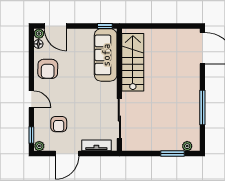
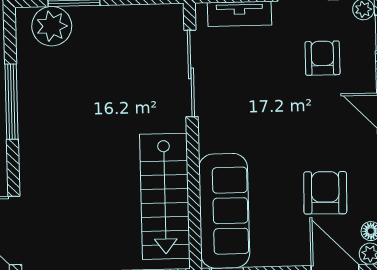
armchair: (48, 69) -> (325, 193), moved
plant: (187, 146) -> (52, 26), width x1.88, depth x1.88

